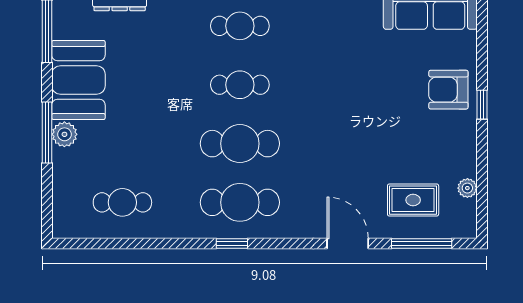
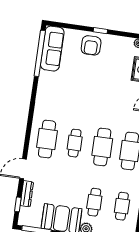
cafe table: (240, 26) -> (47, 139), width x1.37, depth x1.35
cafe table: (122, 144) -> (94, 202), added

